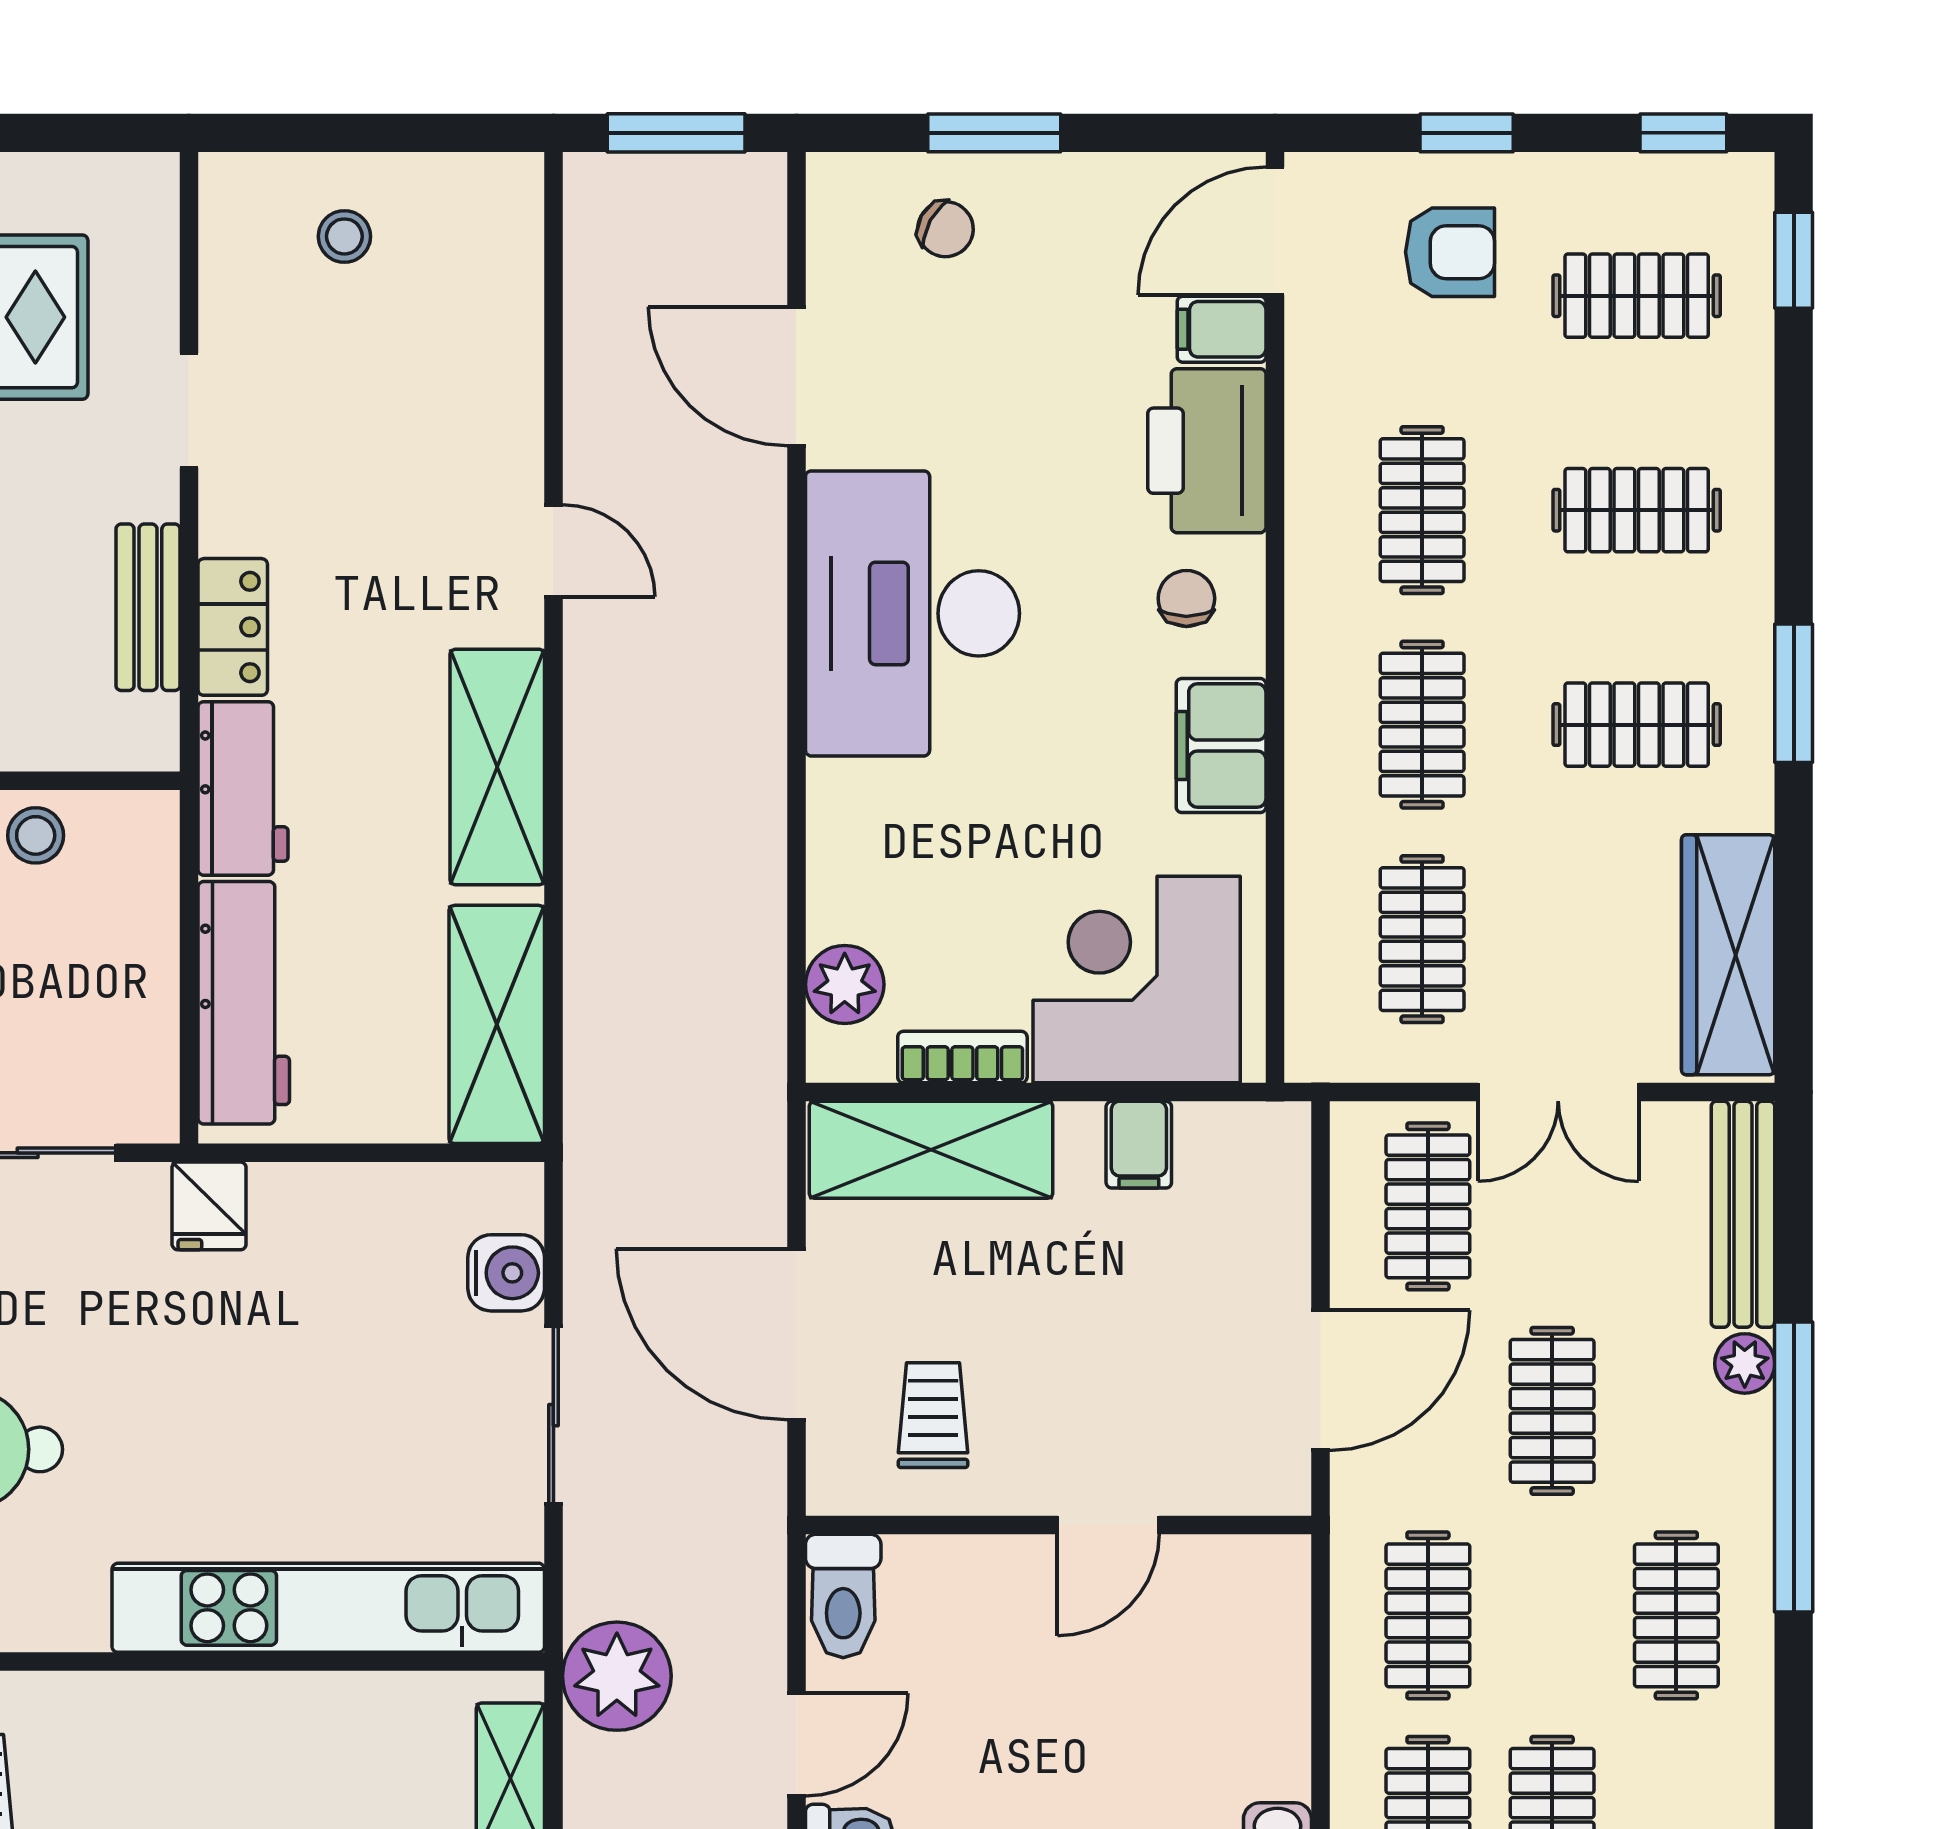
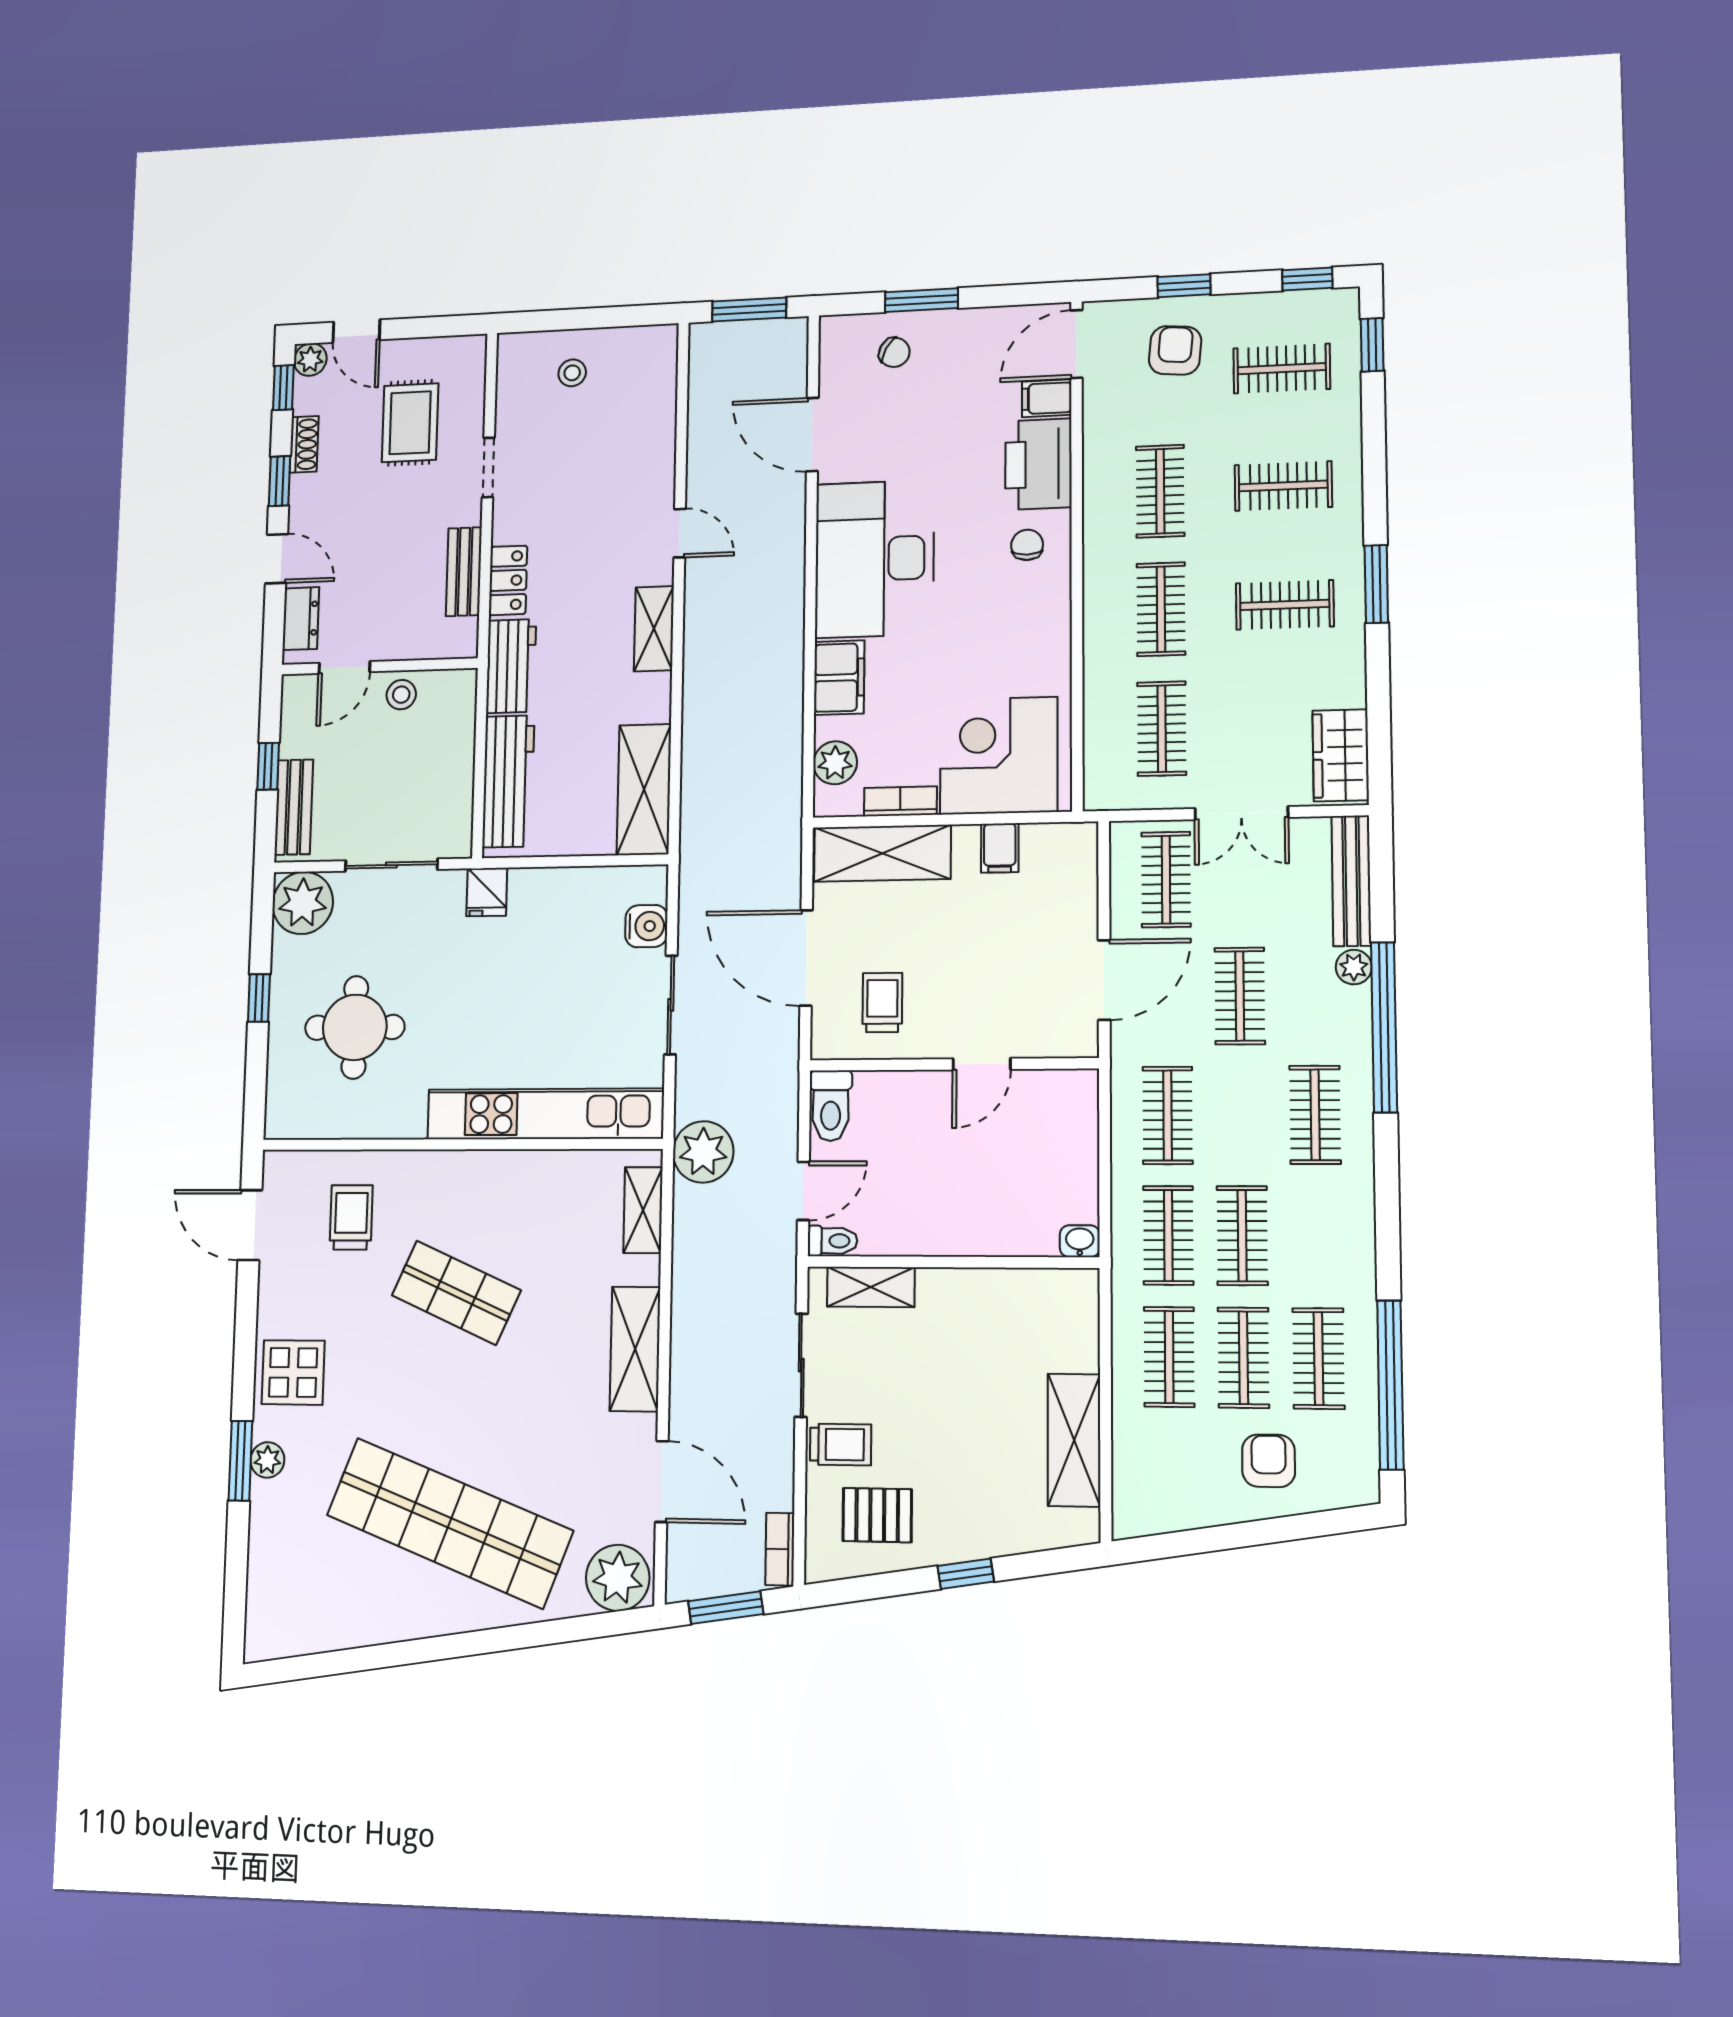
armchair: (1450, 252) -> (1175, 350), turned -85
filing cabinet: (1221, 746) -> (839, 678), moved, turned 180
shelving: (497, 767) -> (654, 629), width x0.67, depth x0.75
wardrobe: (1728, 955) -> (1341, 755), width x0.67

